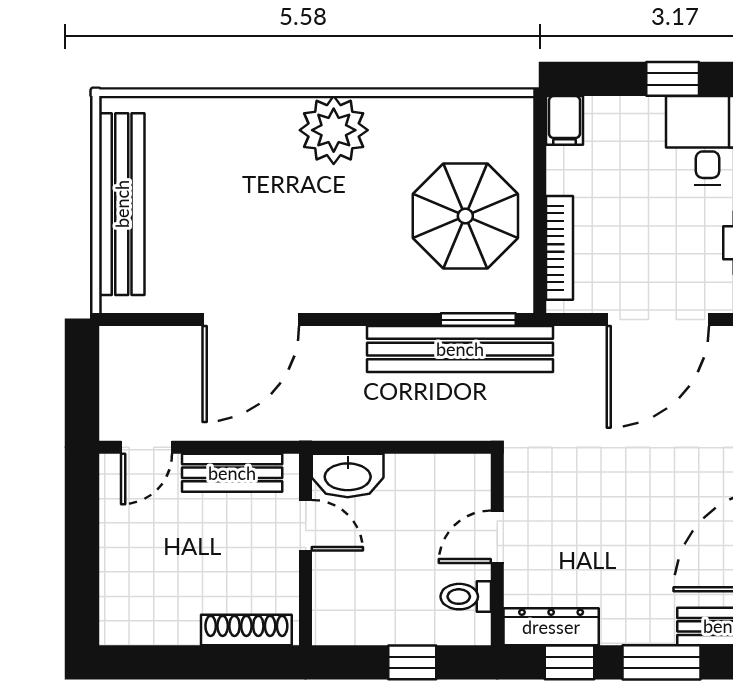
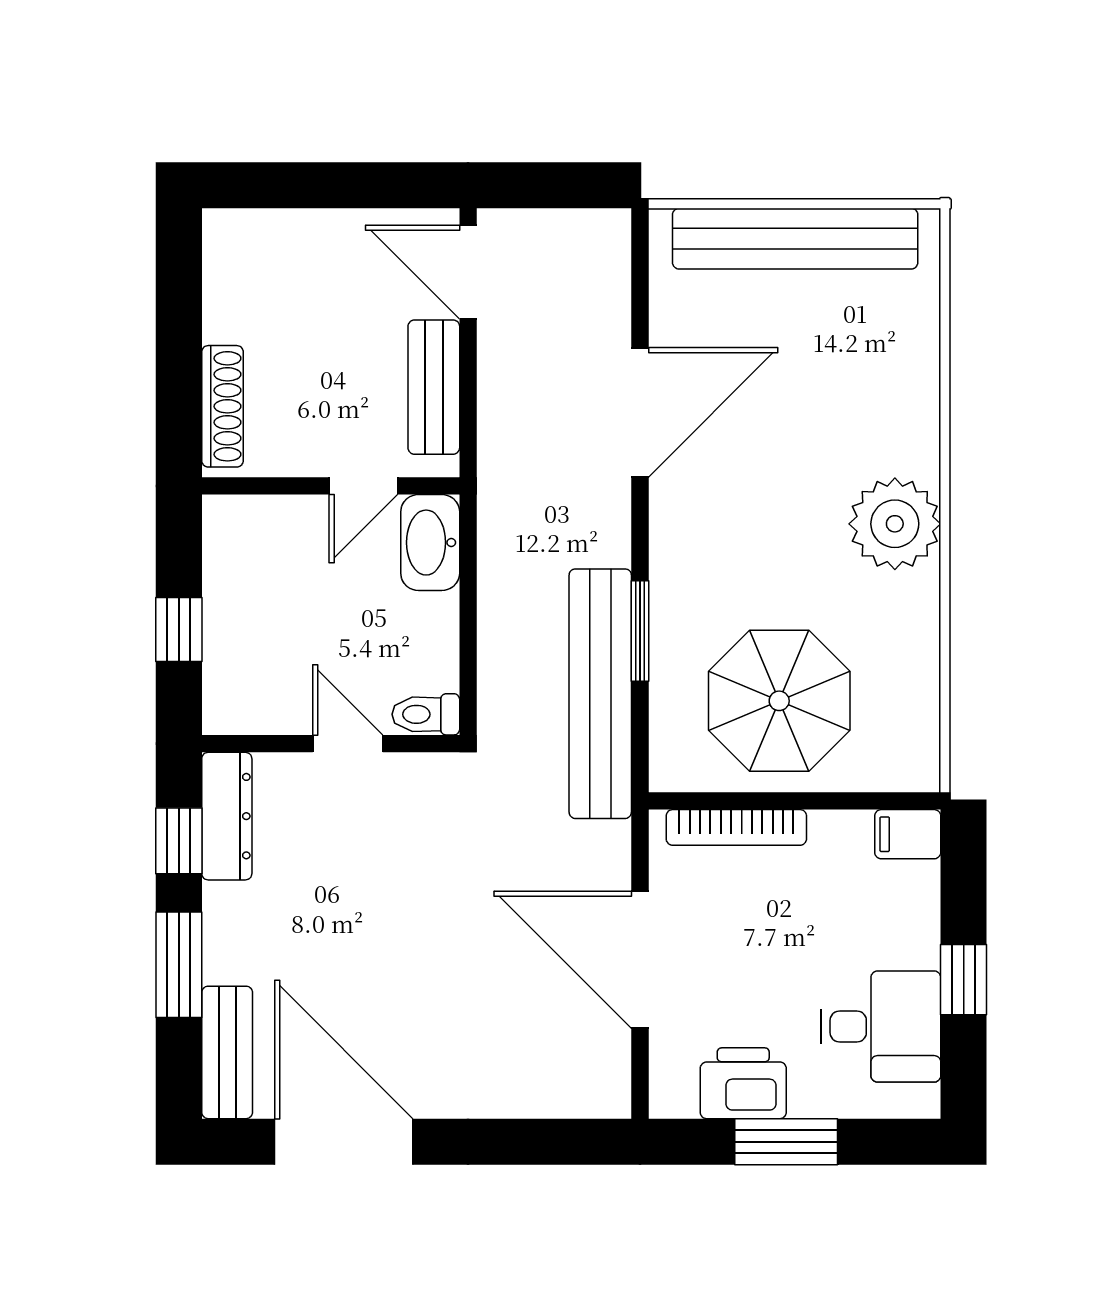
door: (251, 320) -> (640, 412), swing flipped
window: (478, 320) -> (640, 631), moved
door: (147, 447) -> (468, 272), width x1.38
toilet: (466, 597) -> (426, 714), moved, turned -90

